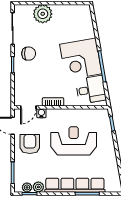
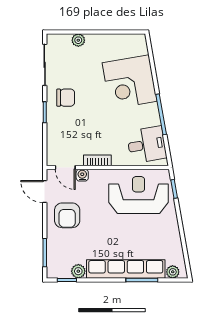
plant: (43, 14) -> (78, 40), width x0.53, depth x0.53
corner desk: (81, 59) -> (130, 82), moved
door: (28, 107) -> (65, 168), hinge flipped
reception desk: (74, 141) -> (138, 195), moved
armchair: (30, 144) -> (67, 215), turned 180
plant: (27, 187) -> (173, 272), moved

